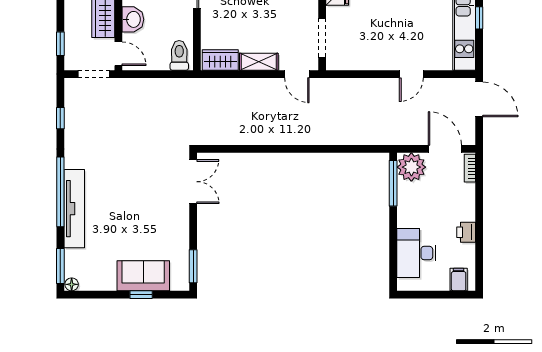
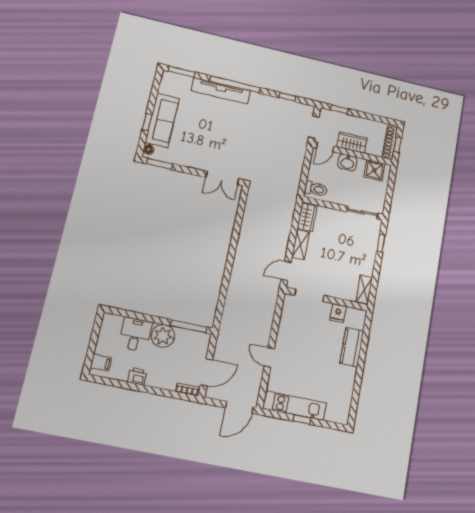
plant: (411, 167) -> (163, 336), moved
desk: (416, 253) -> (135, 334), width x0.73
sofa: (143, 276) -> (162, 120), width x1.36
floor lamp: (72, 284) -> (149, 149), moved

